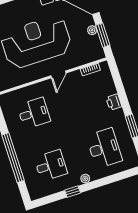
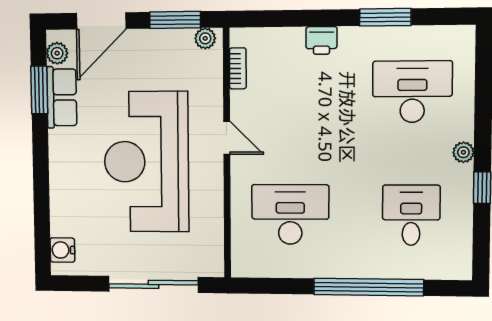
plant: (92, 30) -> (205, 38), moved
desk: (34, 113) -> (290, 214), width x1.37

